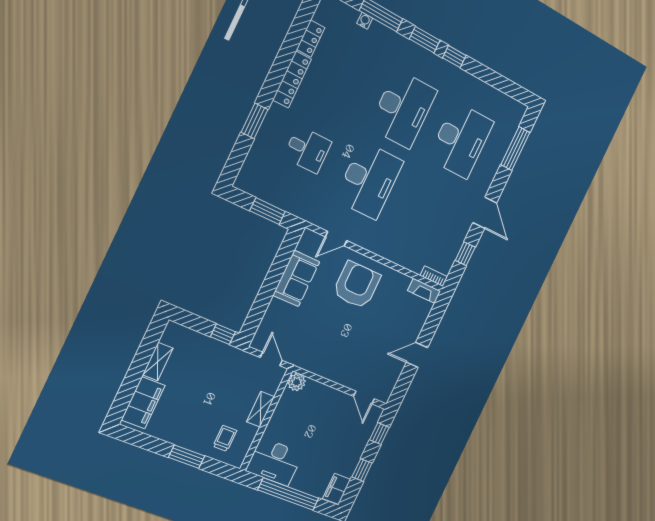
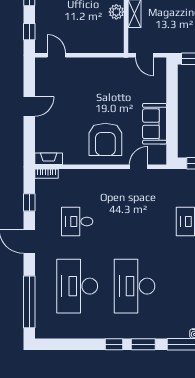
window: (515, 149) -> (29, 302), width x1.46
desk: (369, 180) -> (77, 221), moved, width x0.53, depth x0.77
plant: (297, 382) -> (116, 12), moved

